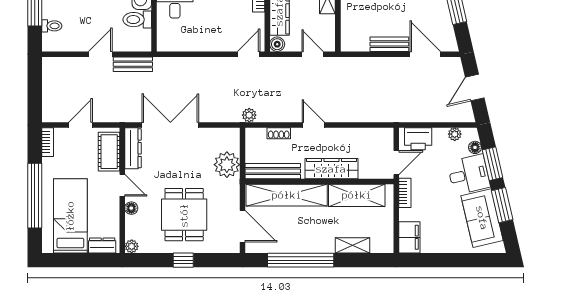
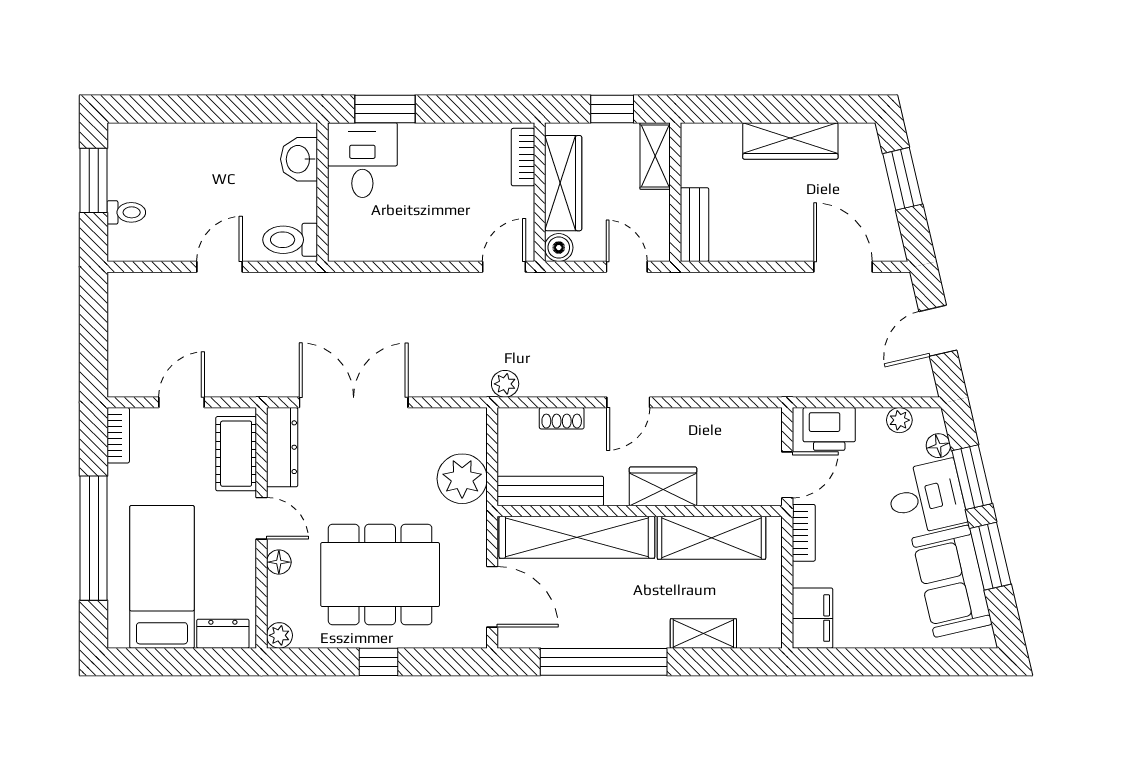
toilet: (137, 20) -> (290, 240), moved
bench: (389, 44) -> (695, 225), moved, turned 90
bench: (133, 64) -> (282, 286), removed
door: (313, 125) -> (628, 402), swing flipped
wardrobe: (331, 169) -> (663, 486), width x0.67
dining table: (184, 215) -> (380, 575), width x1.38

